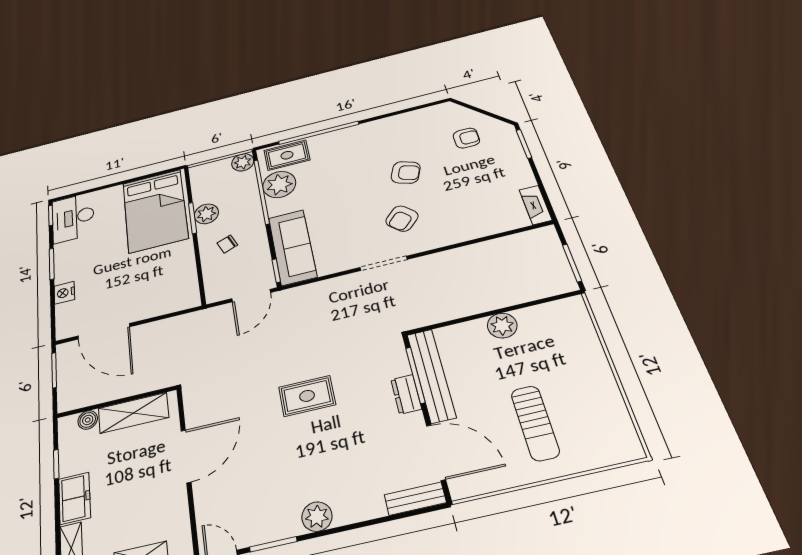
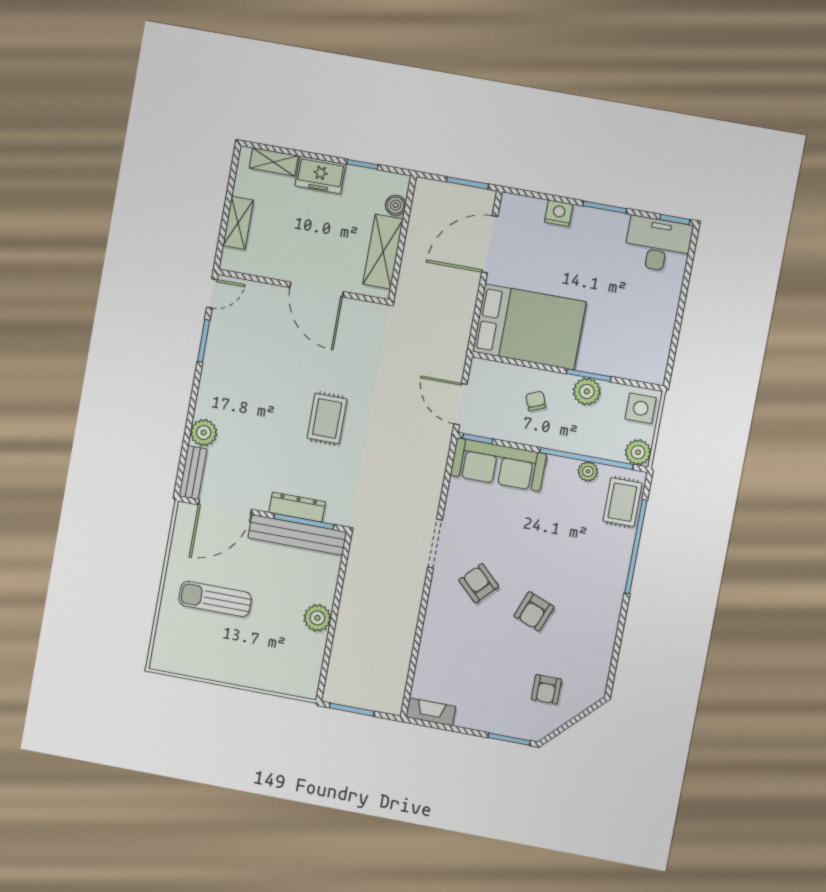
side table: (207, 175) -> (641, 408), added
plant: (279, 184) -> (588, 471), width x0.53, depth x0.53
bed: (155, 211) -> (529, 327), moved, turned 180
dresser: (406, 394) -> (297, 507), width x1.44
plant: (317, 517) -> (204, 433), moved

